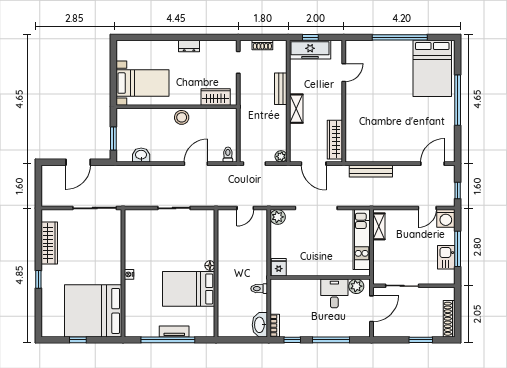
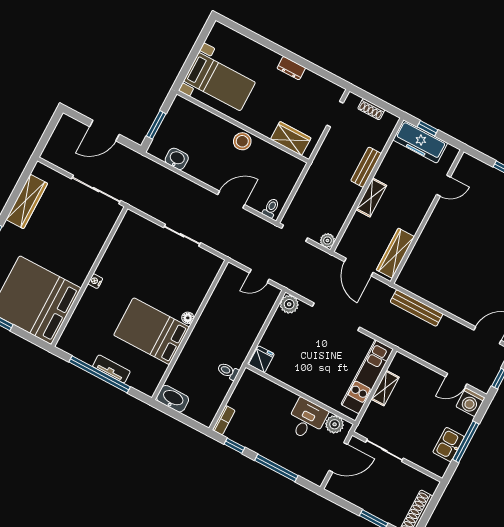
shelving: (379, 226) -> (385, 388), moved
washbasin: (260, 325) -> (173, 399), moved, turned 90

